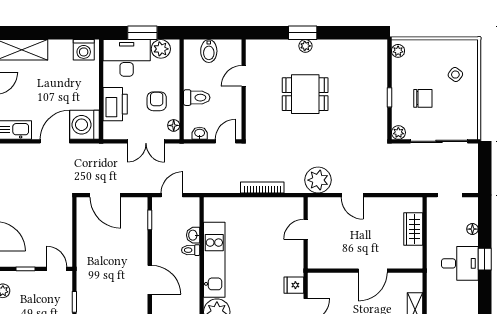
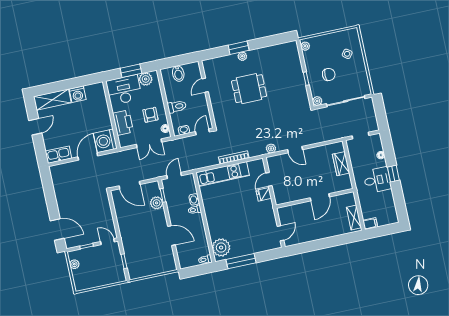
washing machine: (84, 50) -> (78, 94), moved
plant: (318, 180) -> (271, 148), width x0.53, depth x0.53
plant: (139, 229) -> (157, 203), added
kitchen unit: (214, 260) -> (223, 174), moved, turned 90
fridge: (294, 285) -> (264, 194), moved

